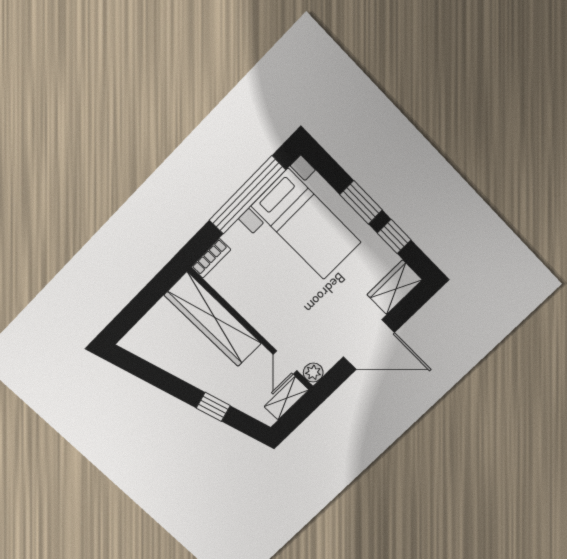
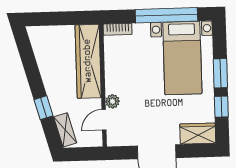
plant: (313, 373) -> (113, 101), moved
shelving: (287, 398) -> (65, 130), moved, turned 74

